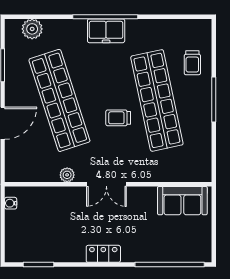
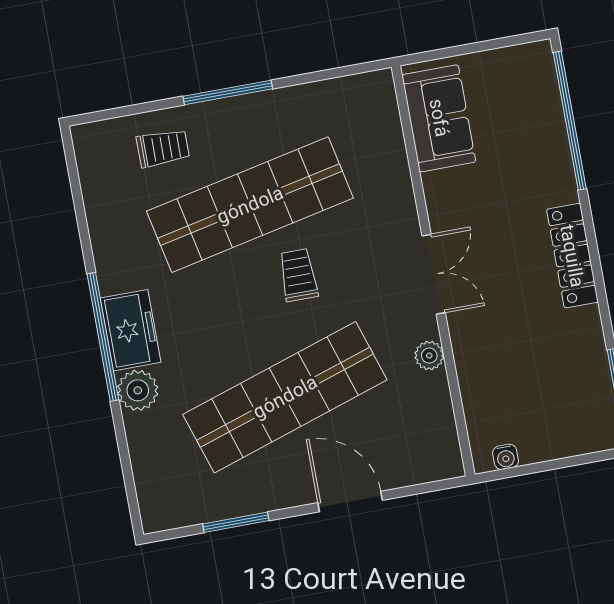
plant: (32, 29) -> (138, 390), moved
trolley: (118, 118) -> (298, 275), turned 180
locker: (103, 254) -> (572, 256), width x1.53

